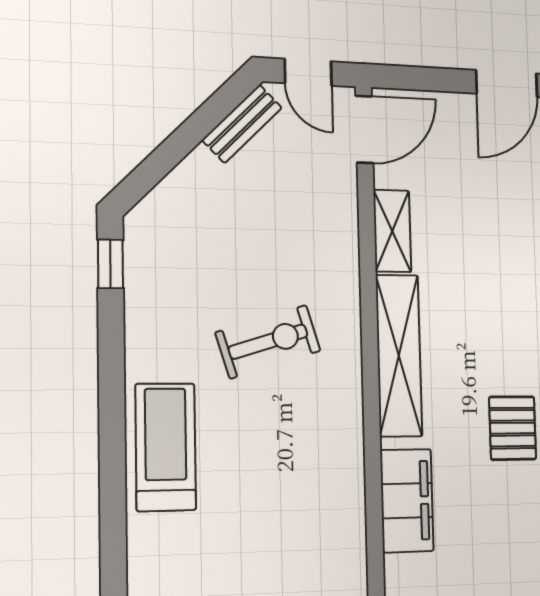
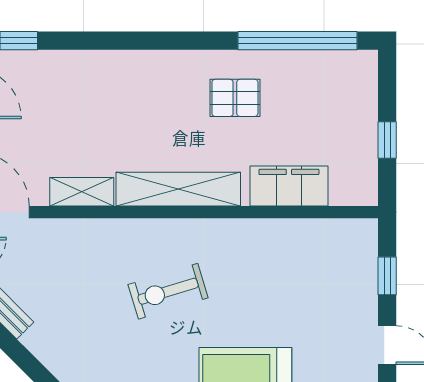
exercise bike: (268, 342) -> (168, 291), turned -90

